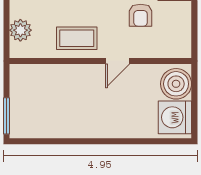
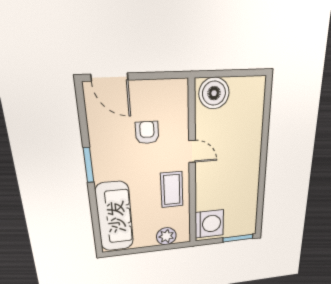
armchair: (141, 15) -> (147, 132), turned -90
washing machine: (175, 117) -> (209, 224), moved, turned -90

